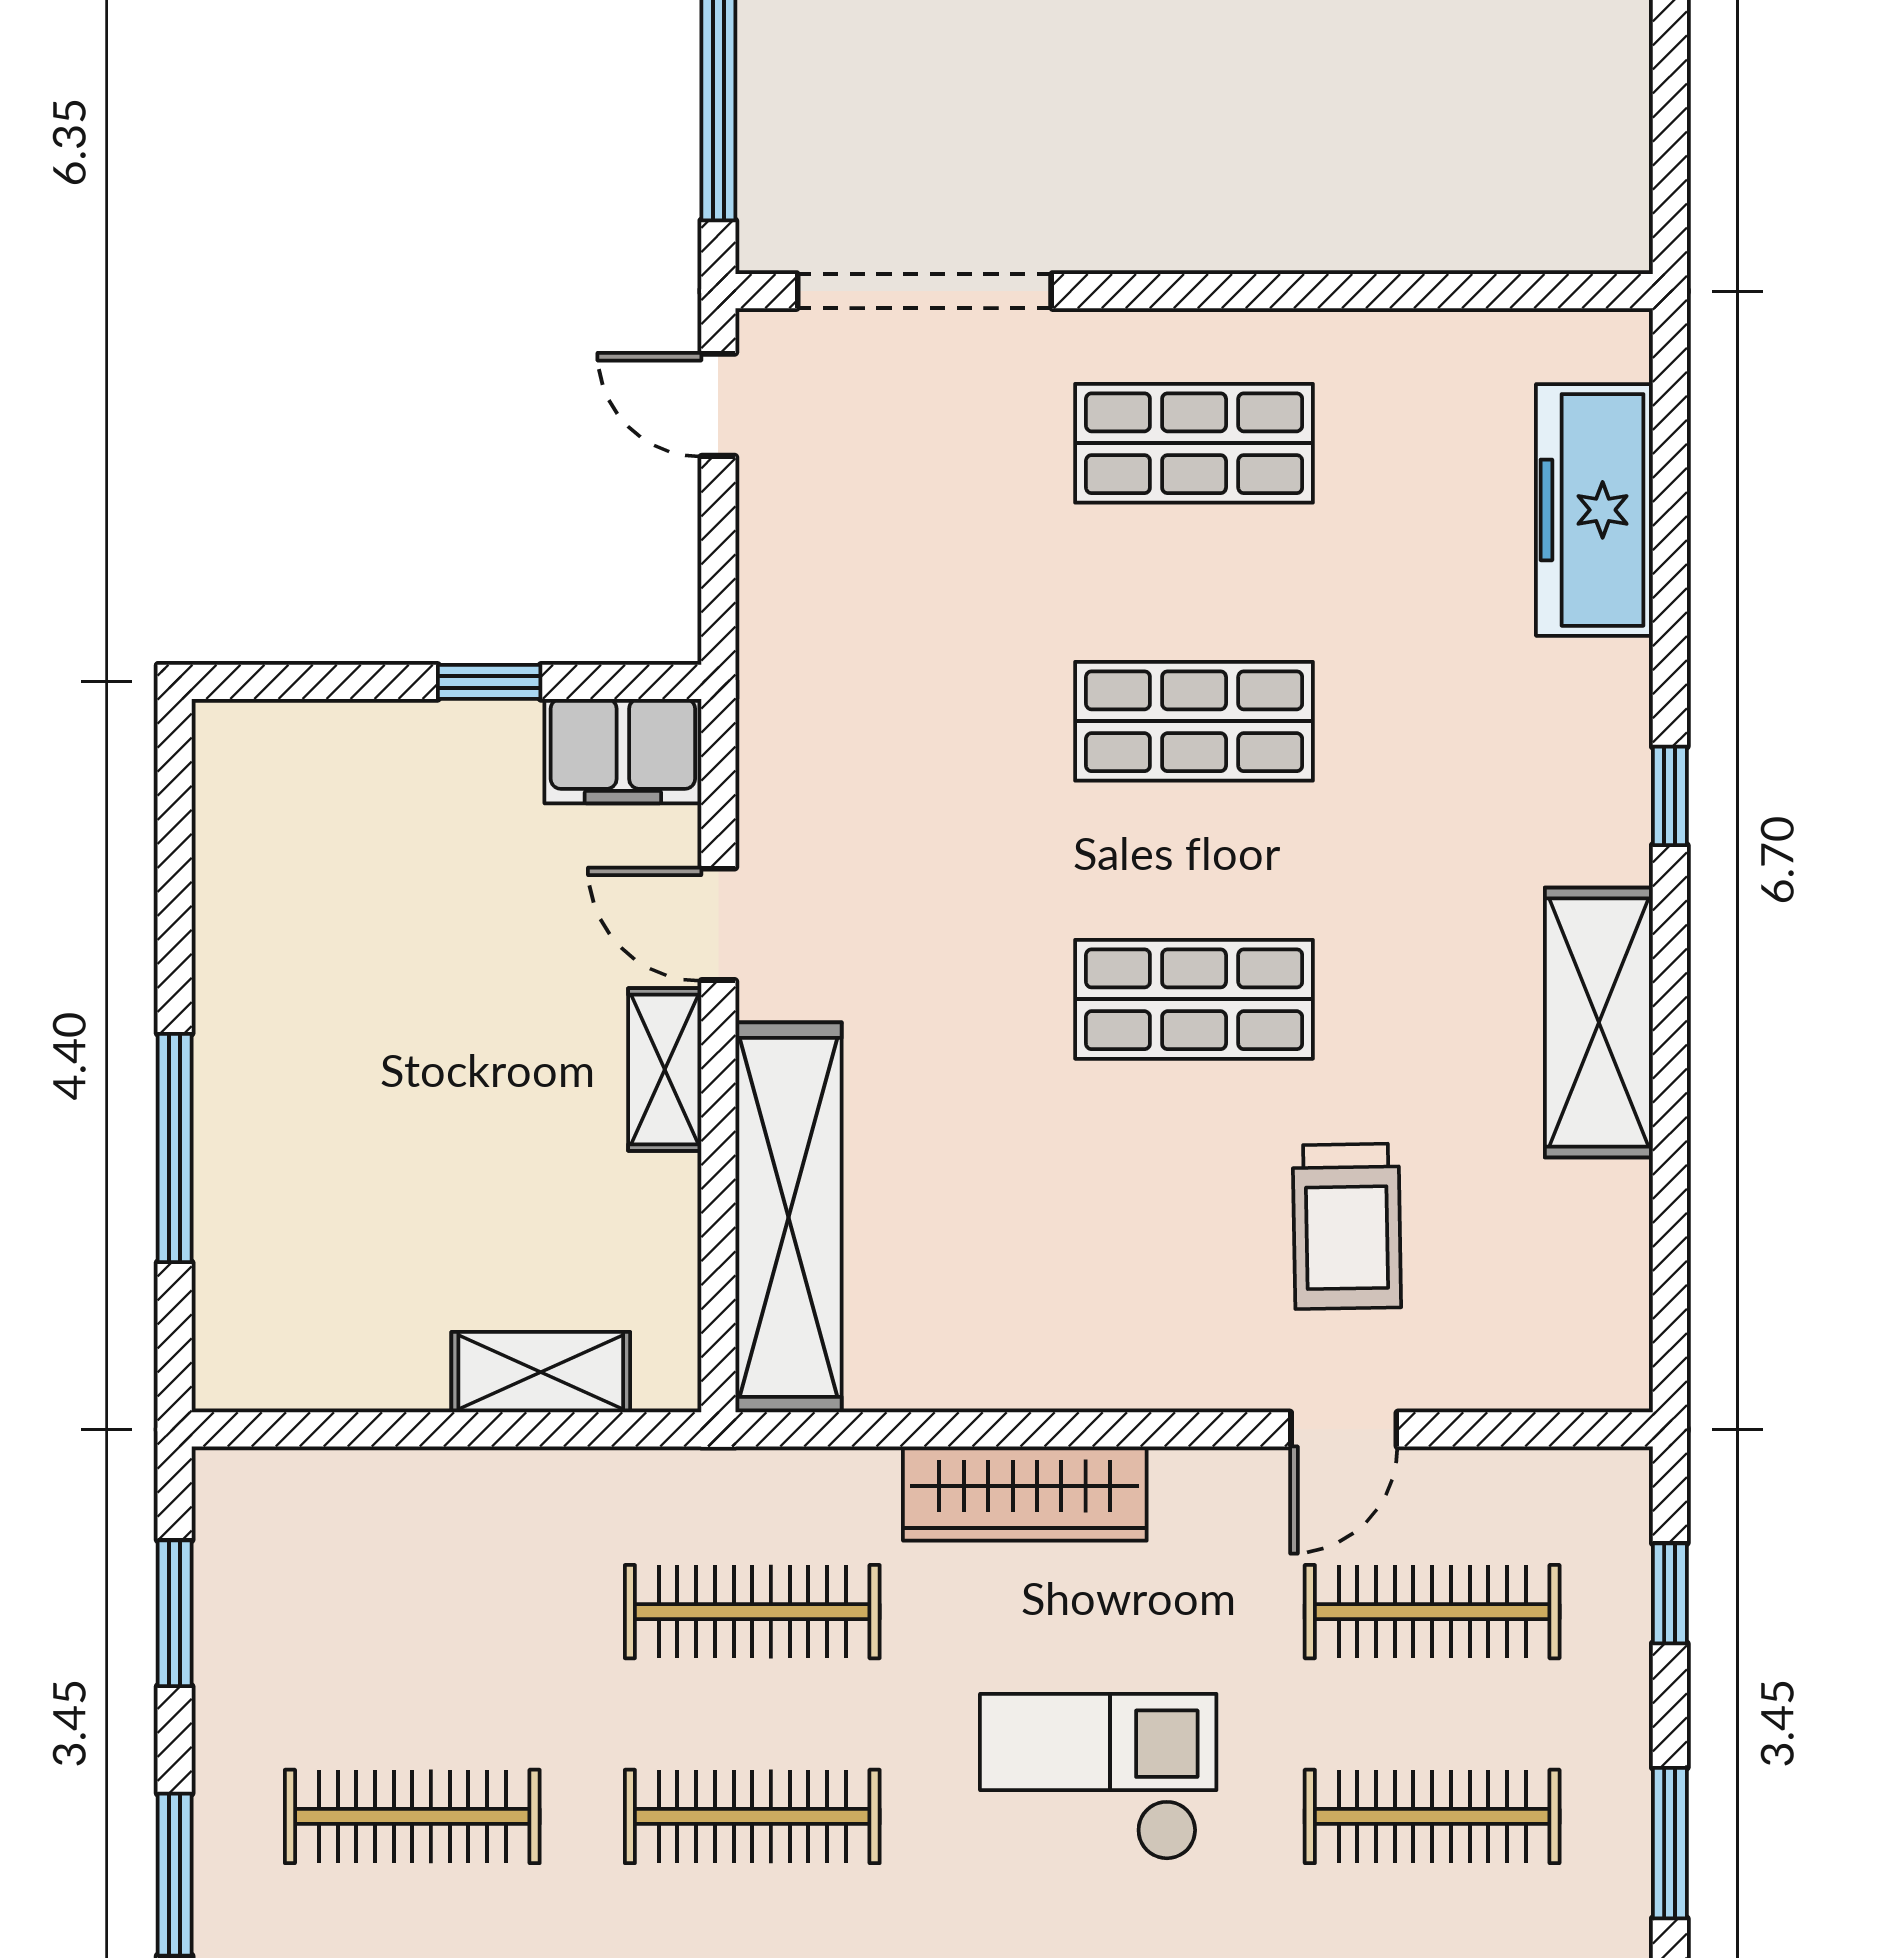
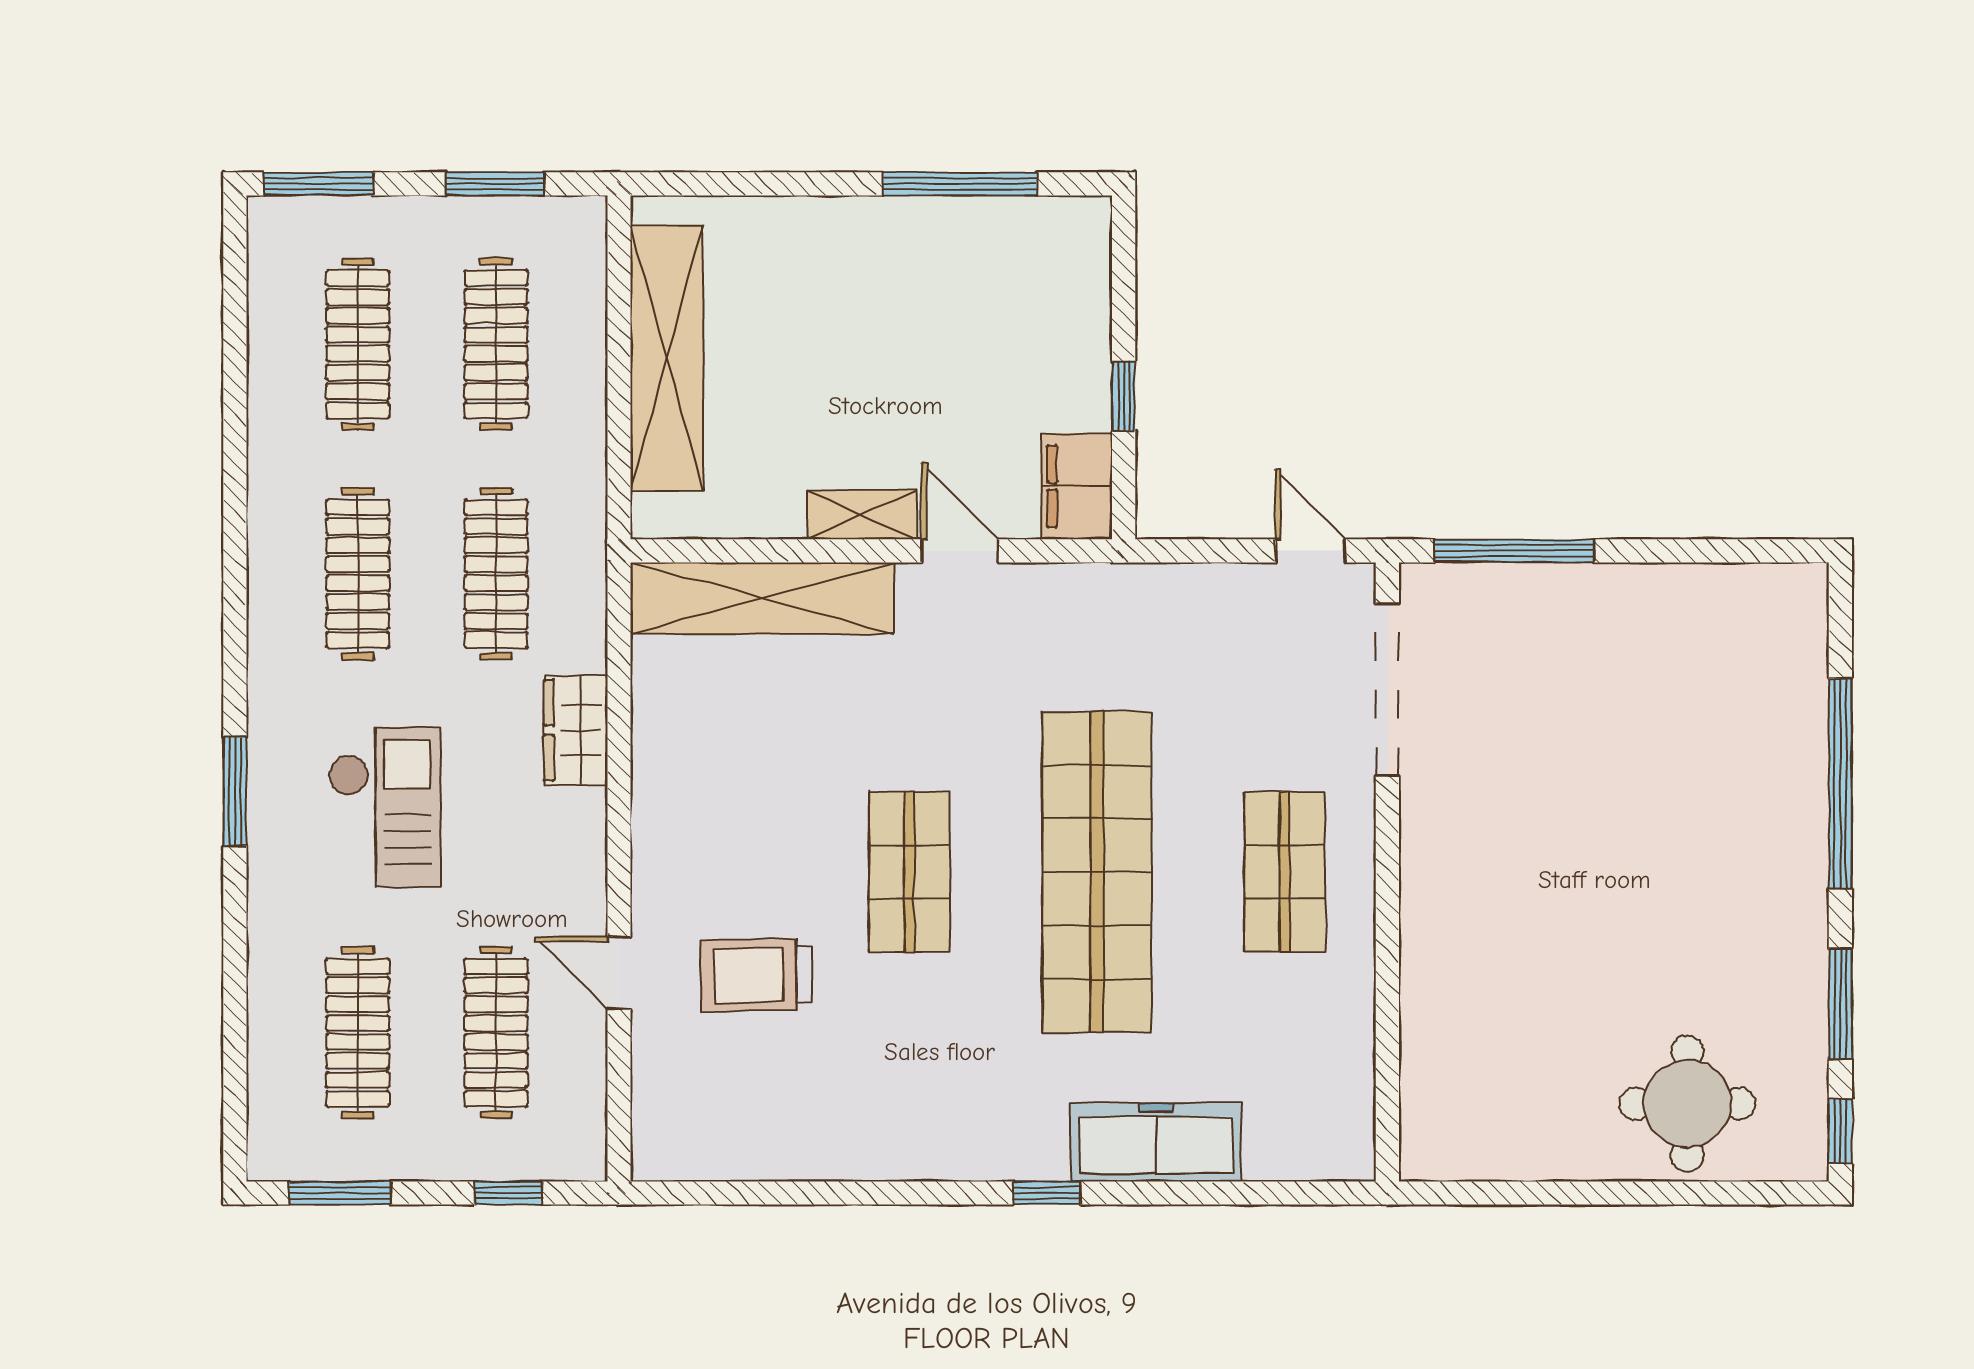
door: (718, 405) -> (1311, 551), hinge flipped
freezer: (1594, 510) -> (1156, 1142), moved
shop shelf: (1194, 721) -> (1097, 872), width x2.00, depth x1.36
door: (718, 924) -> (960, 551), hinge flipped
shelving: (1599, 1022) -> (894, 1145), removed
window: (175, 1148) -> (960, 184), moved
shelving: (541, 1372) -> (667, 358), width x2.20, depth x1.33
wardrobe: (1025, 1494) -> (576, 730), width x0.67
clothes rail: (412, 1612) -> (496, 344), added

